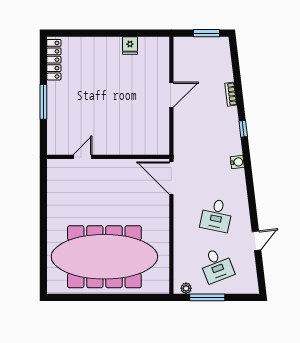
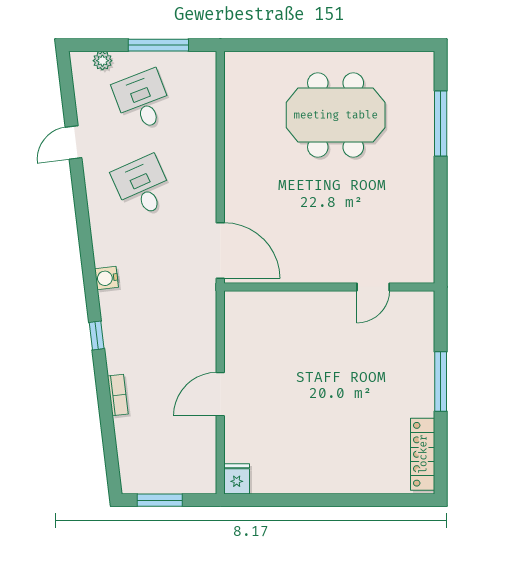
fridge: (130, 45) -> (237, 479), moved
desk: (217, 215) -> (142, 186), turned -36
window: (43, 252) -> (441, 124), added
meeting table: (104, 257) -> (336, 115), width x0.54, depth x0.79
plant: (186, 288) -> (102, 61), moved

